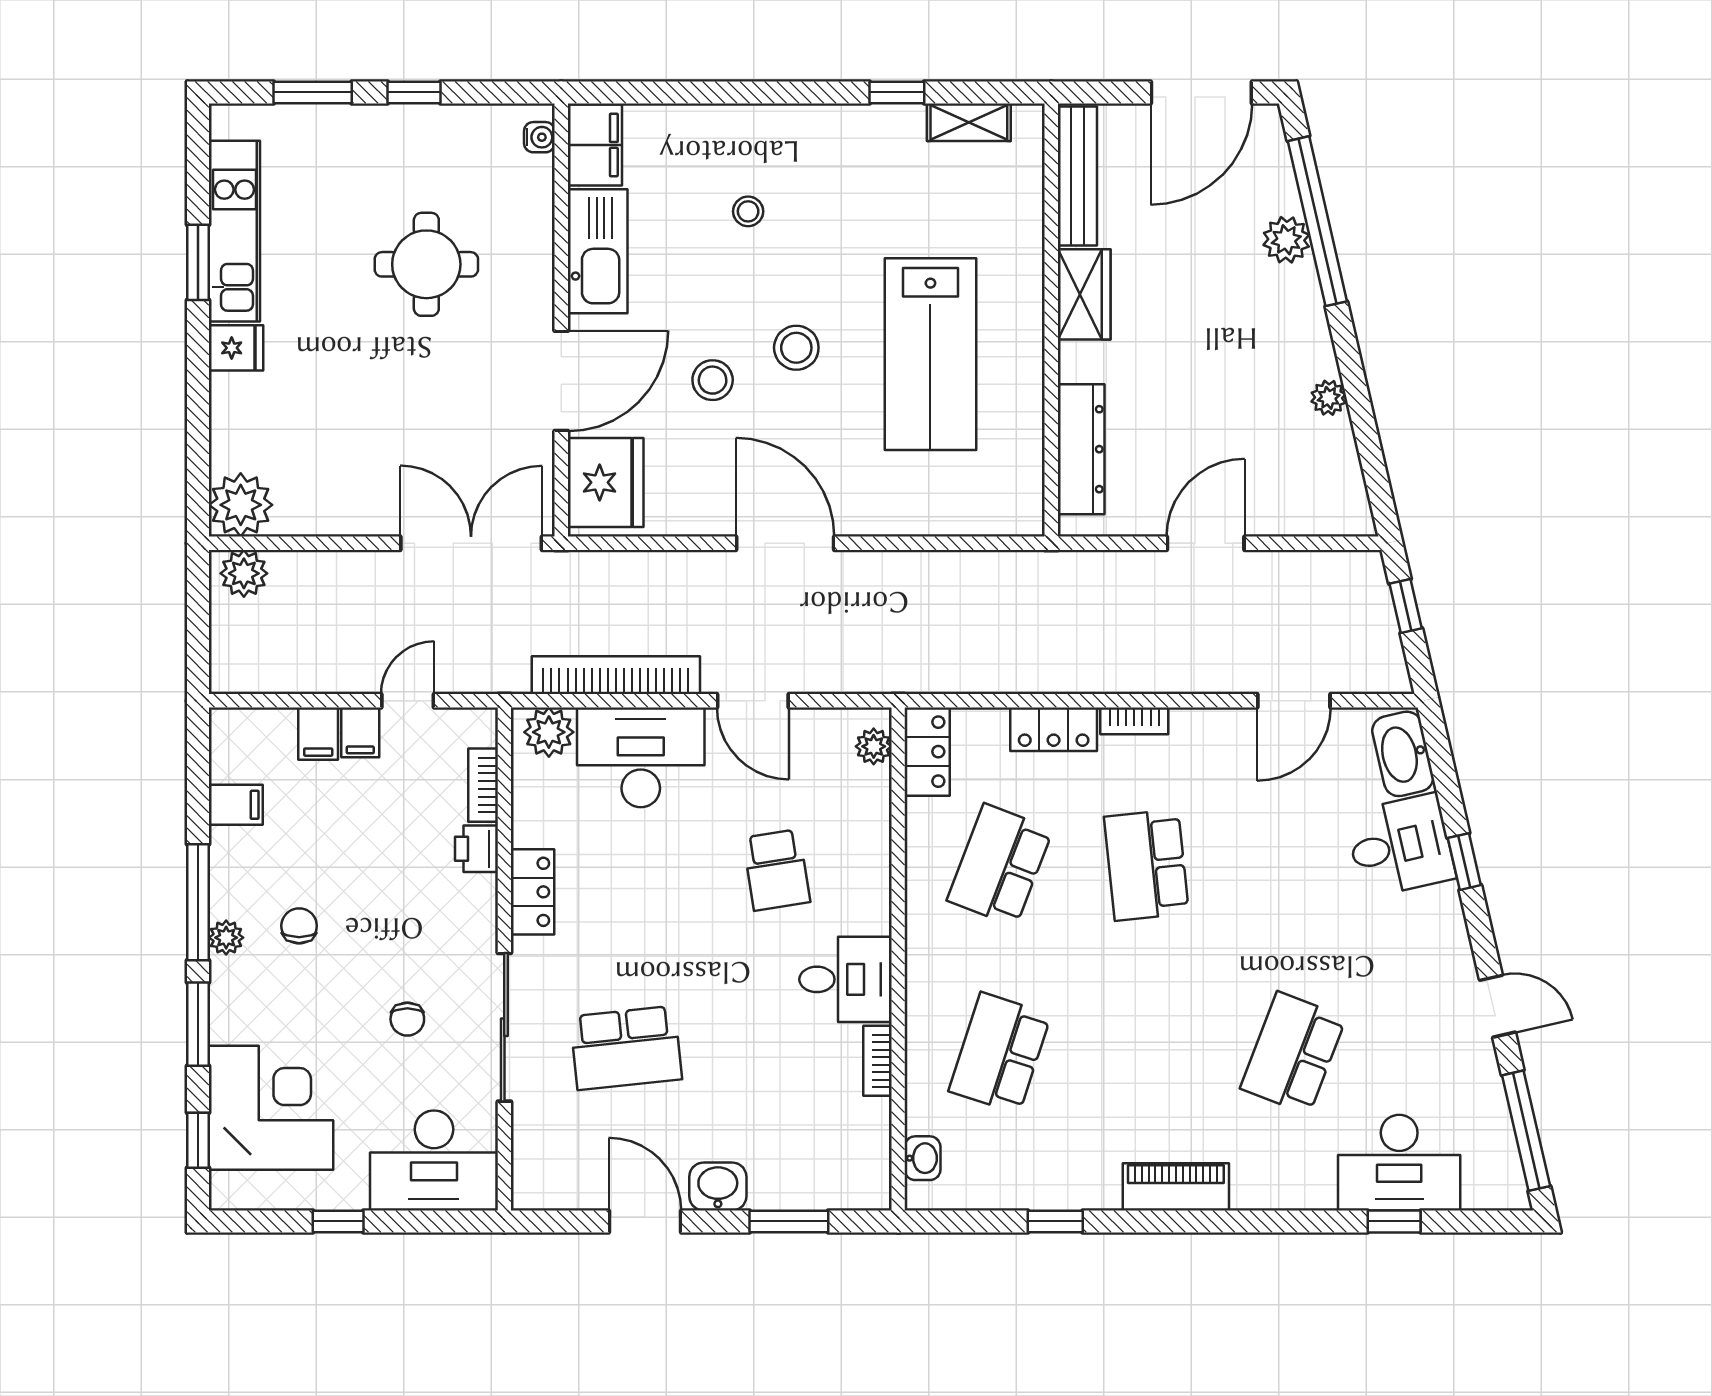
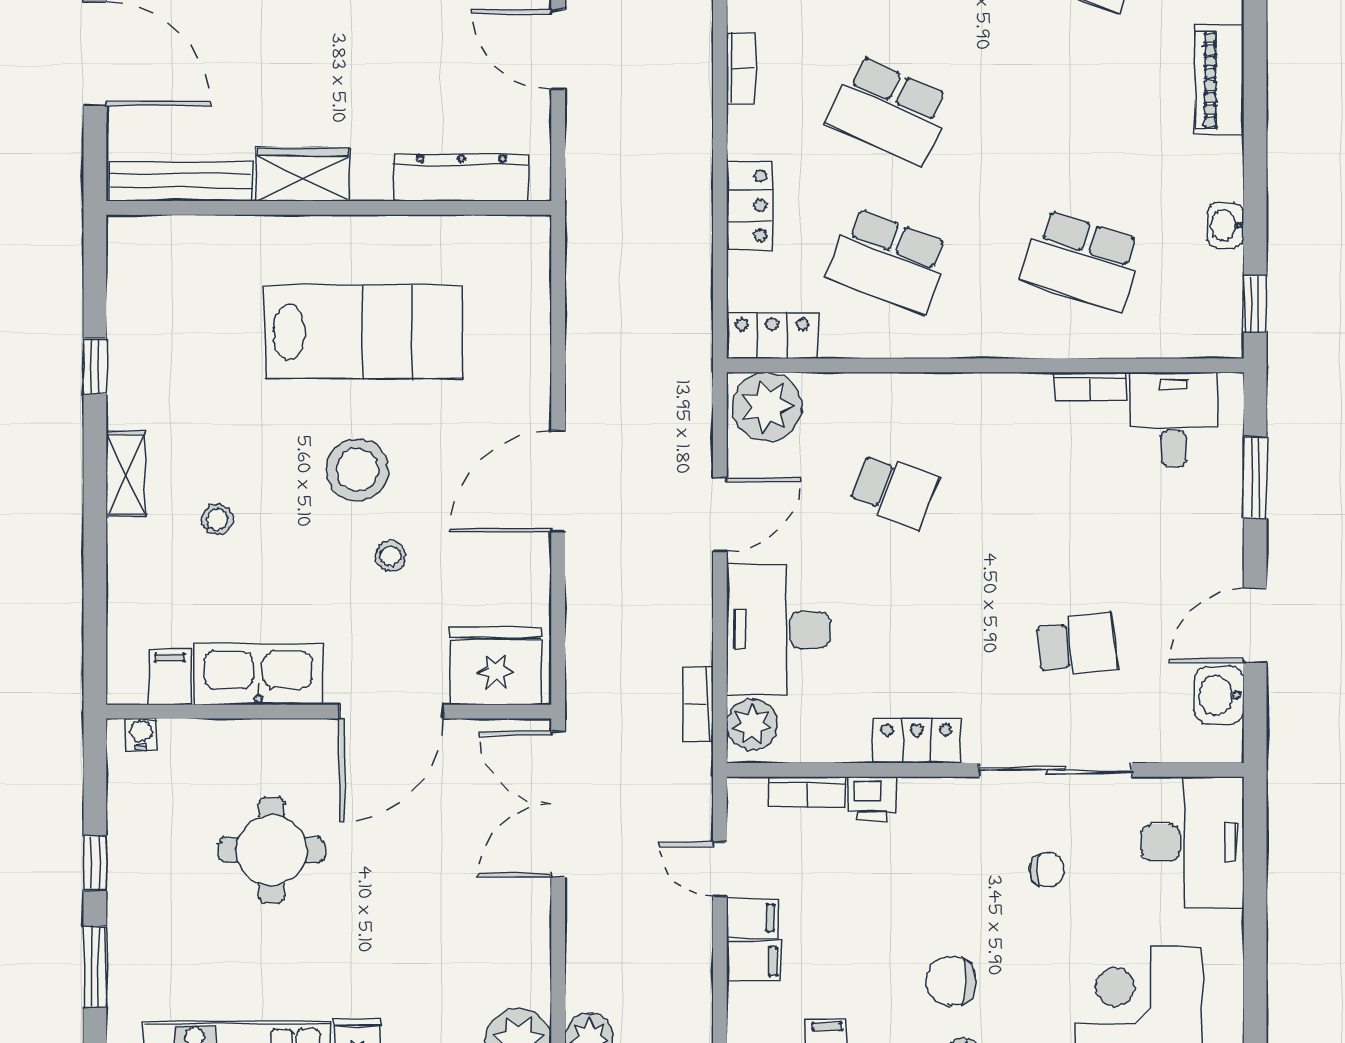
shelving: (969, 122) -> (126, 474), moved
filing cabinet: (595, 145) -> (170, 677), width x0.50
stool: (796, 348) -> (357, 470), width x1.38, depth x1.38
stool: (713, 380) -> (391, 556), width x0.73, depth x0.73
door: (561, 381) -> (391, 712), swing flipped
bookcase: (616, 675) -> (698, 704), width x0.43, depth x0.76
bookcase: (1134, 721) -> (741, 68), moved
plant: (874, 746) -> (767, 407), width x1.87, depth x1.87
school desk: (1146, 865) -> (889, 110), turned 30
school desk: (776, 870) -> (894, 490), turned 30
chair: (299, 926) -> (951, 981), width x1.37, depth x1.37
desk: (845, 979) -> (1174, 419), moved
school desk: (626, 1048) -> (1077, 645), width x0.54
washbasin: (923, 1158) -> (1226, 225), moved, turned -90
washbasin: (718, 1186) -> (1219, 695), moved
window: (338, 1221) -> (1255, 941), removed
window: (1055, 1221) -> (1255, 304), moved

